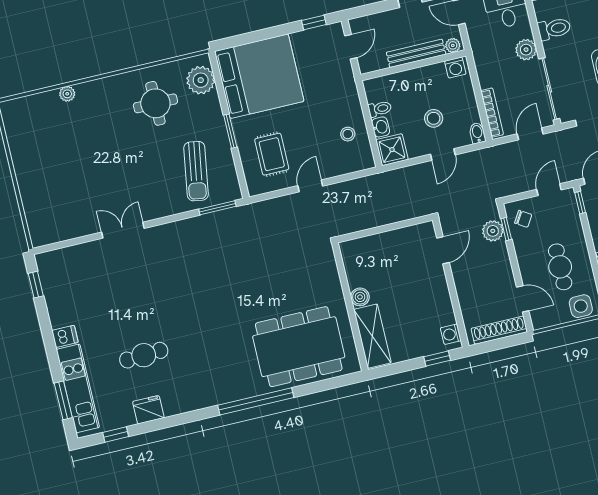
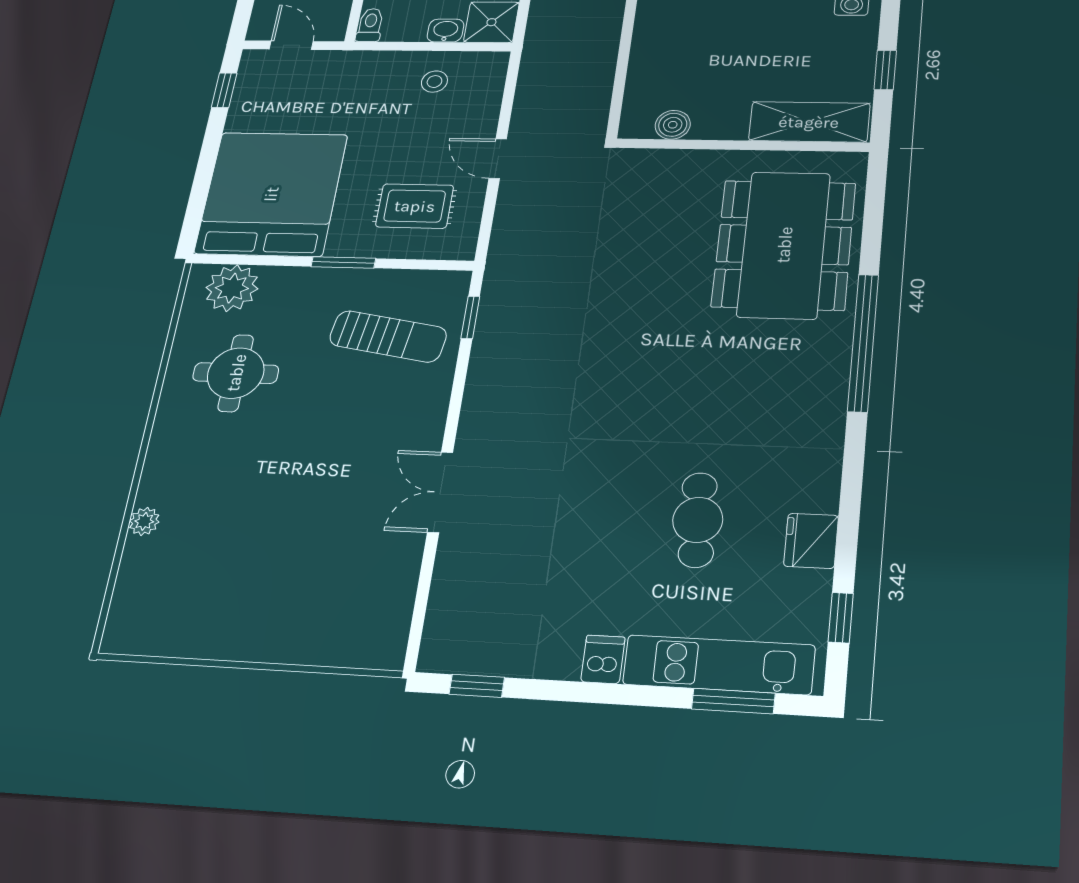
toilet: (380, 109) -> (370, 25), moved
window: (217, 208) -> (470, 317), width x0.67
boiler: (360, 297) -> (673, 125), moved
window: (437, 358) -> (885, 70), moved

